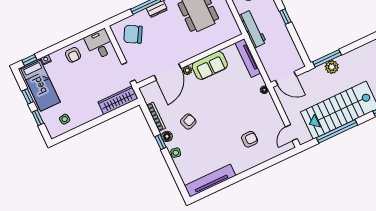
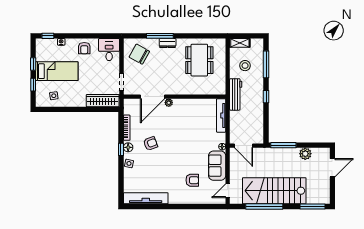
sofa: (210, 65) -> (217, 166), moved, turned 90
plant: (332, 67) -> (305, 154), moved
bed: (40, 85) -> (57, 71), moved, turned -90

